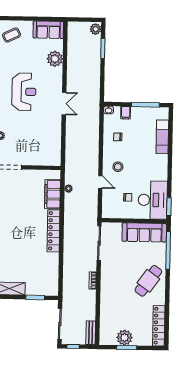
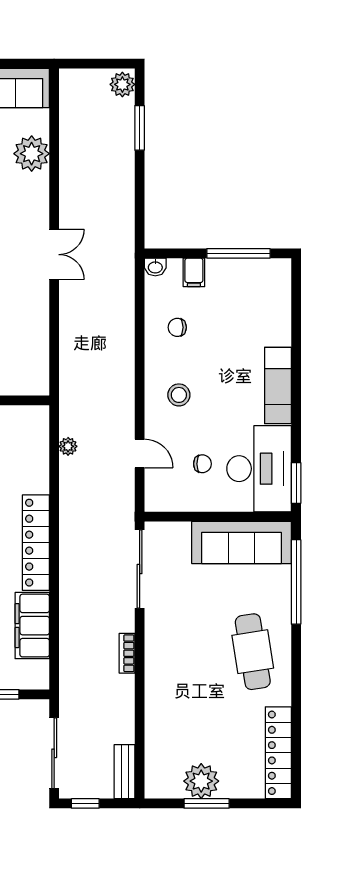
exam couch: (162, 137) -> (278, 386), moved
door: (100, 182) -> (140, 454), moved
filing cabinet: (53, 194) -> (32, 626), moved
cafe table: (148, 281) -> (253, 652), turned -45

